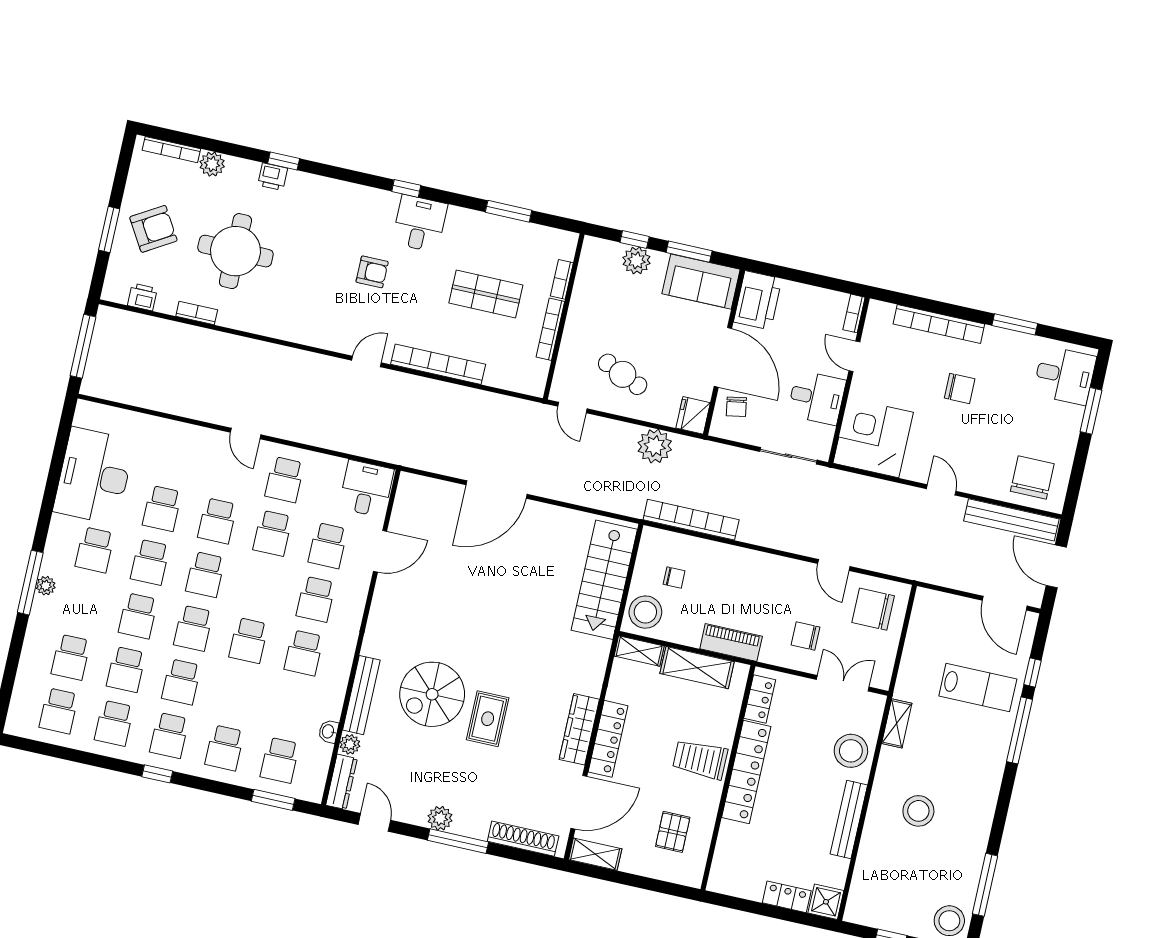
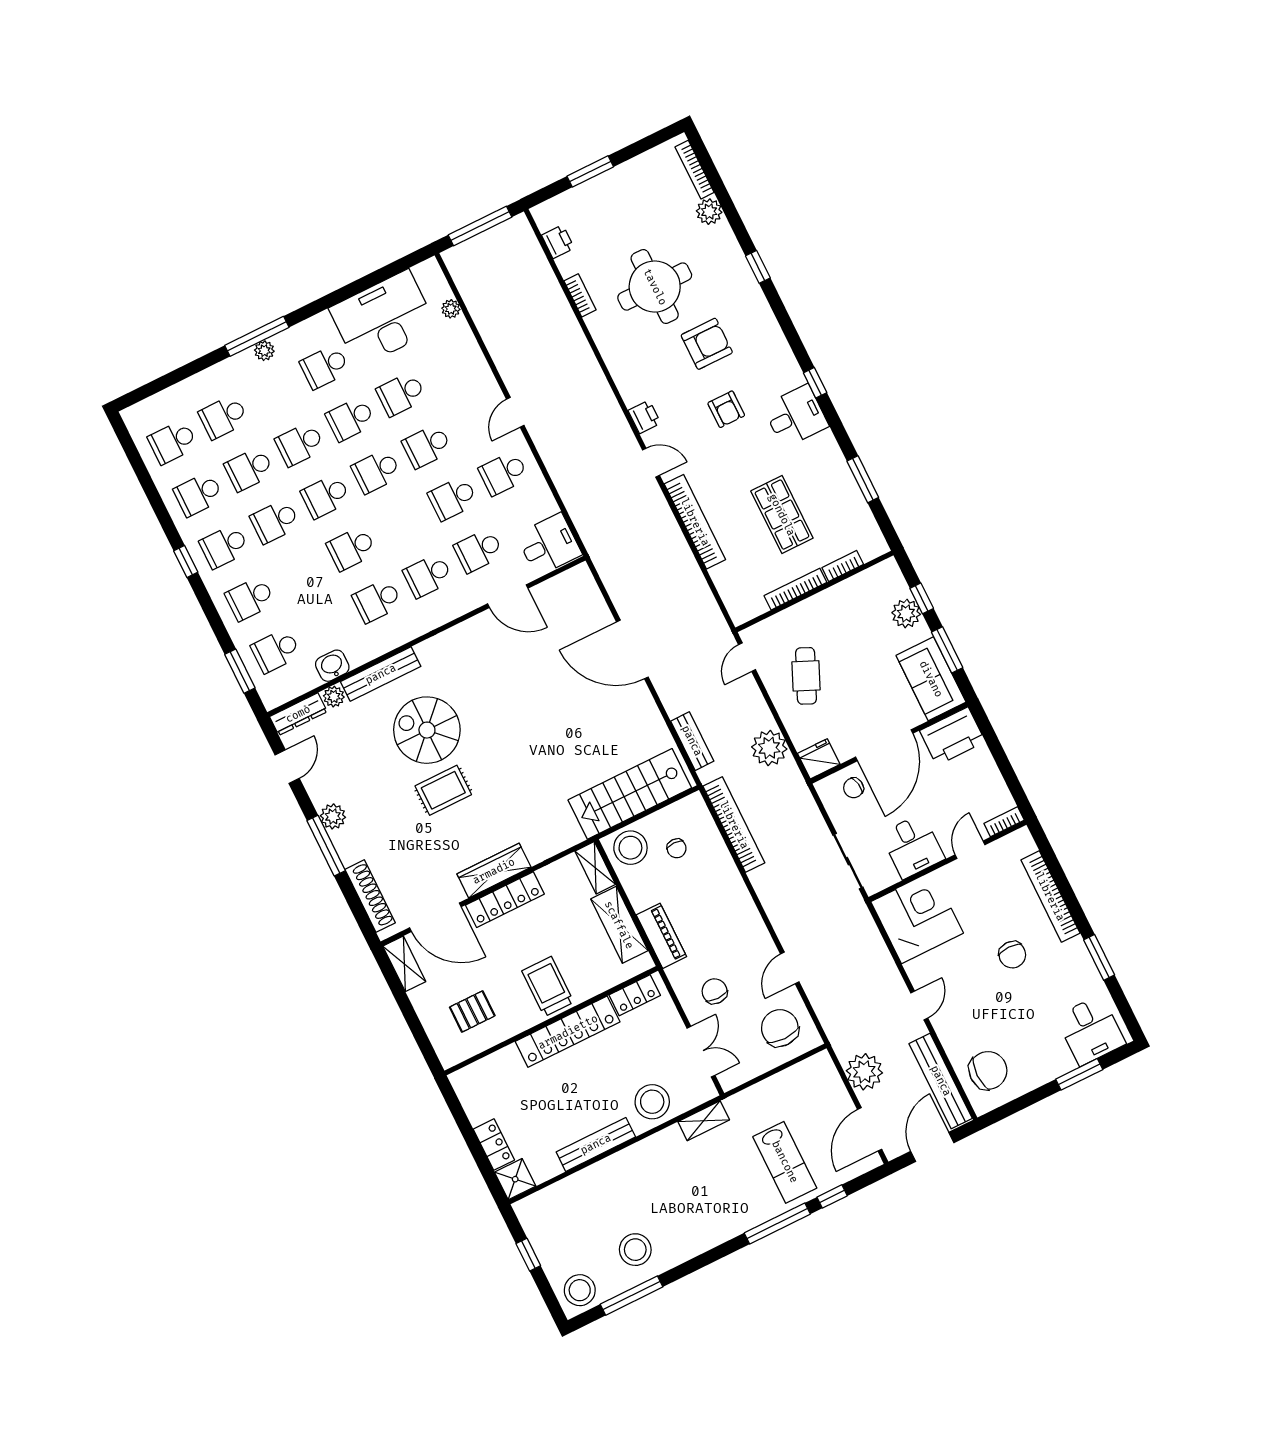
printer: (273, 177) -> (644, 417), moved, turned 180
armchair: (153, 229) -> (707, 344), moved, turned -59
plant: (128, 419) -> (451, 309), added
bench: (602, 500) -> (692, 741), added
plant: (958, 572) -> (864, 1072), added
washbasin: (328, 731) -> (332, 666), width x1.38, depth x1.45
stool: (918, 811) -> (635, 1250), moved

